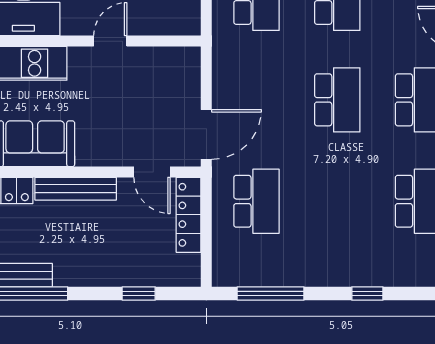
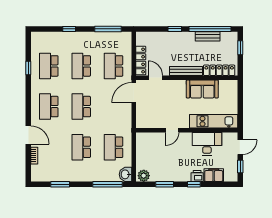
school desk: (337, 201) -> (81, 66), added
window: (139, 294) -> (175, 29), moved

